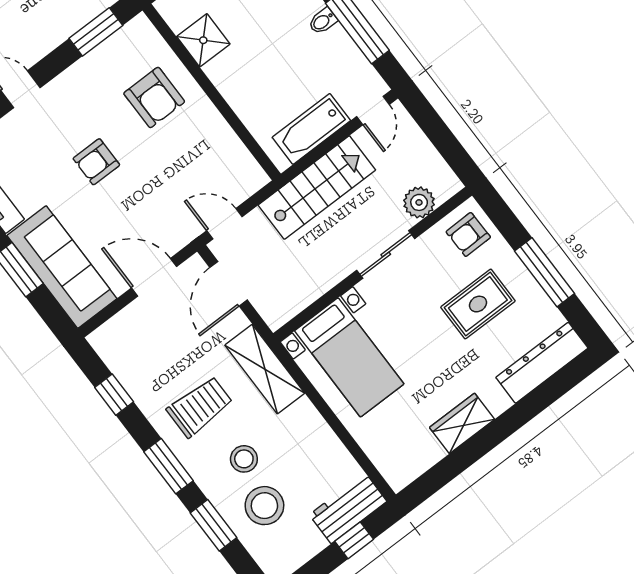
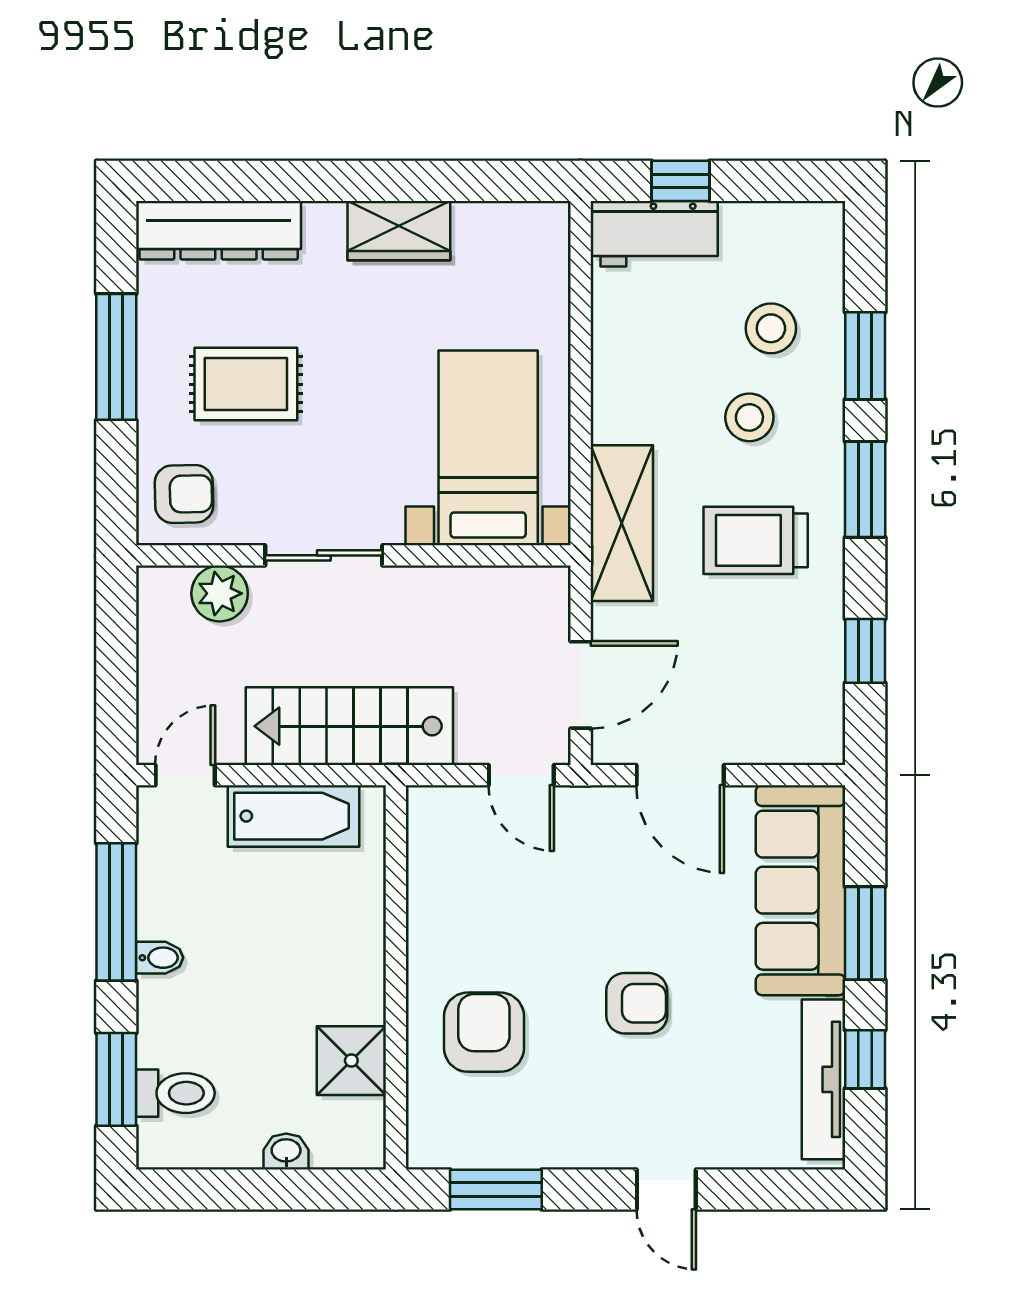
stool: (264, 506) -> (771, 328), width x0.73, depth x0.73

